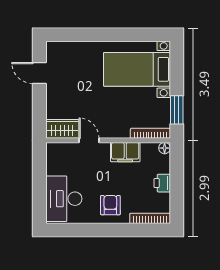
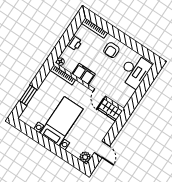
plant: (54, 49) -> (85, 157), added
bed with nightstands: (137, 69) -> (62, 121), moved, turned -90
window: (177, 110) -> (28, 95), moved

